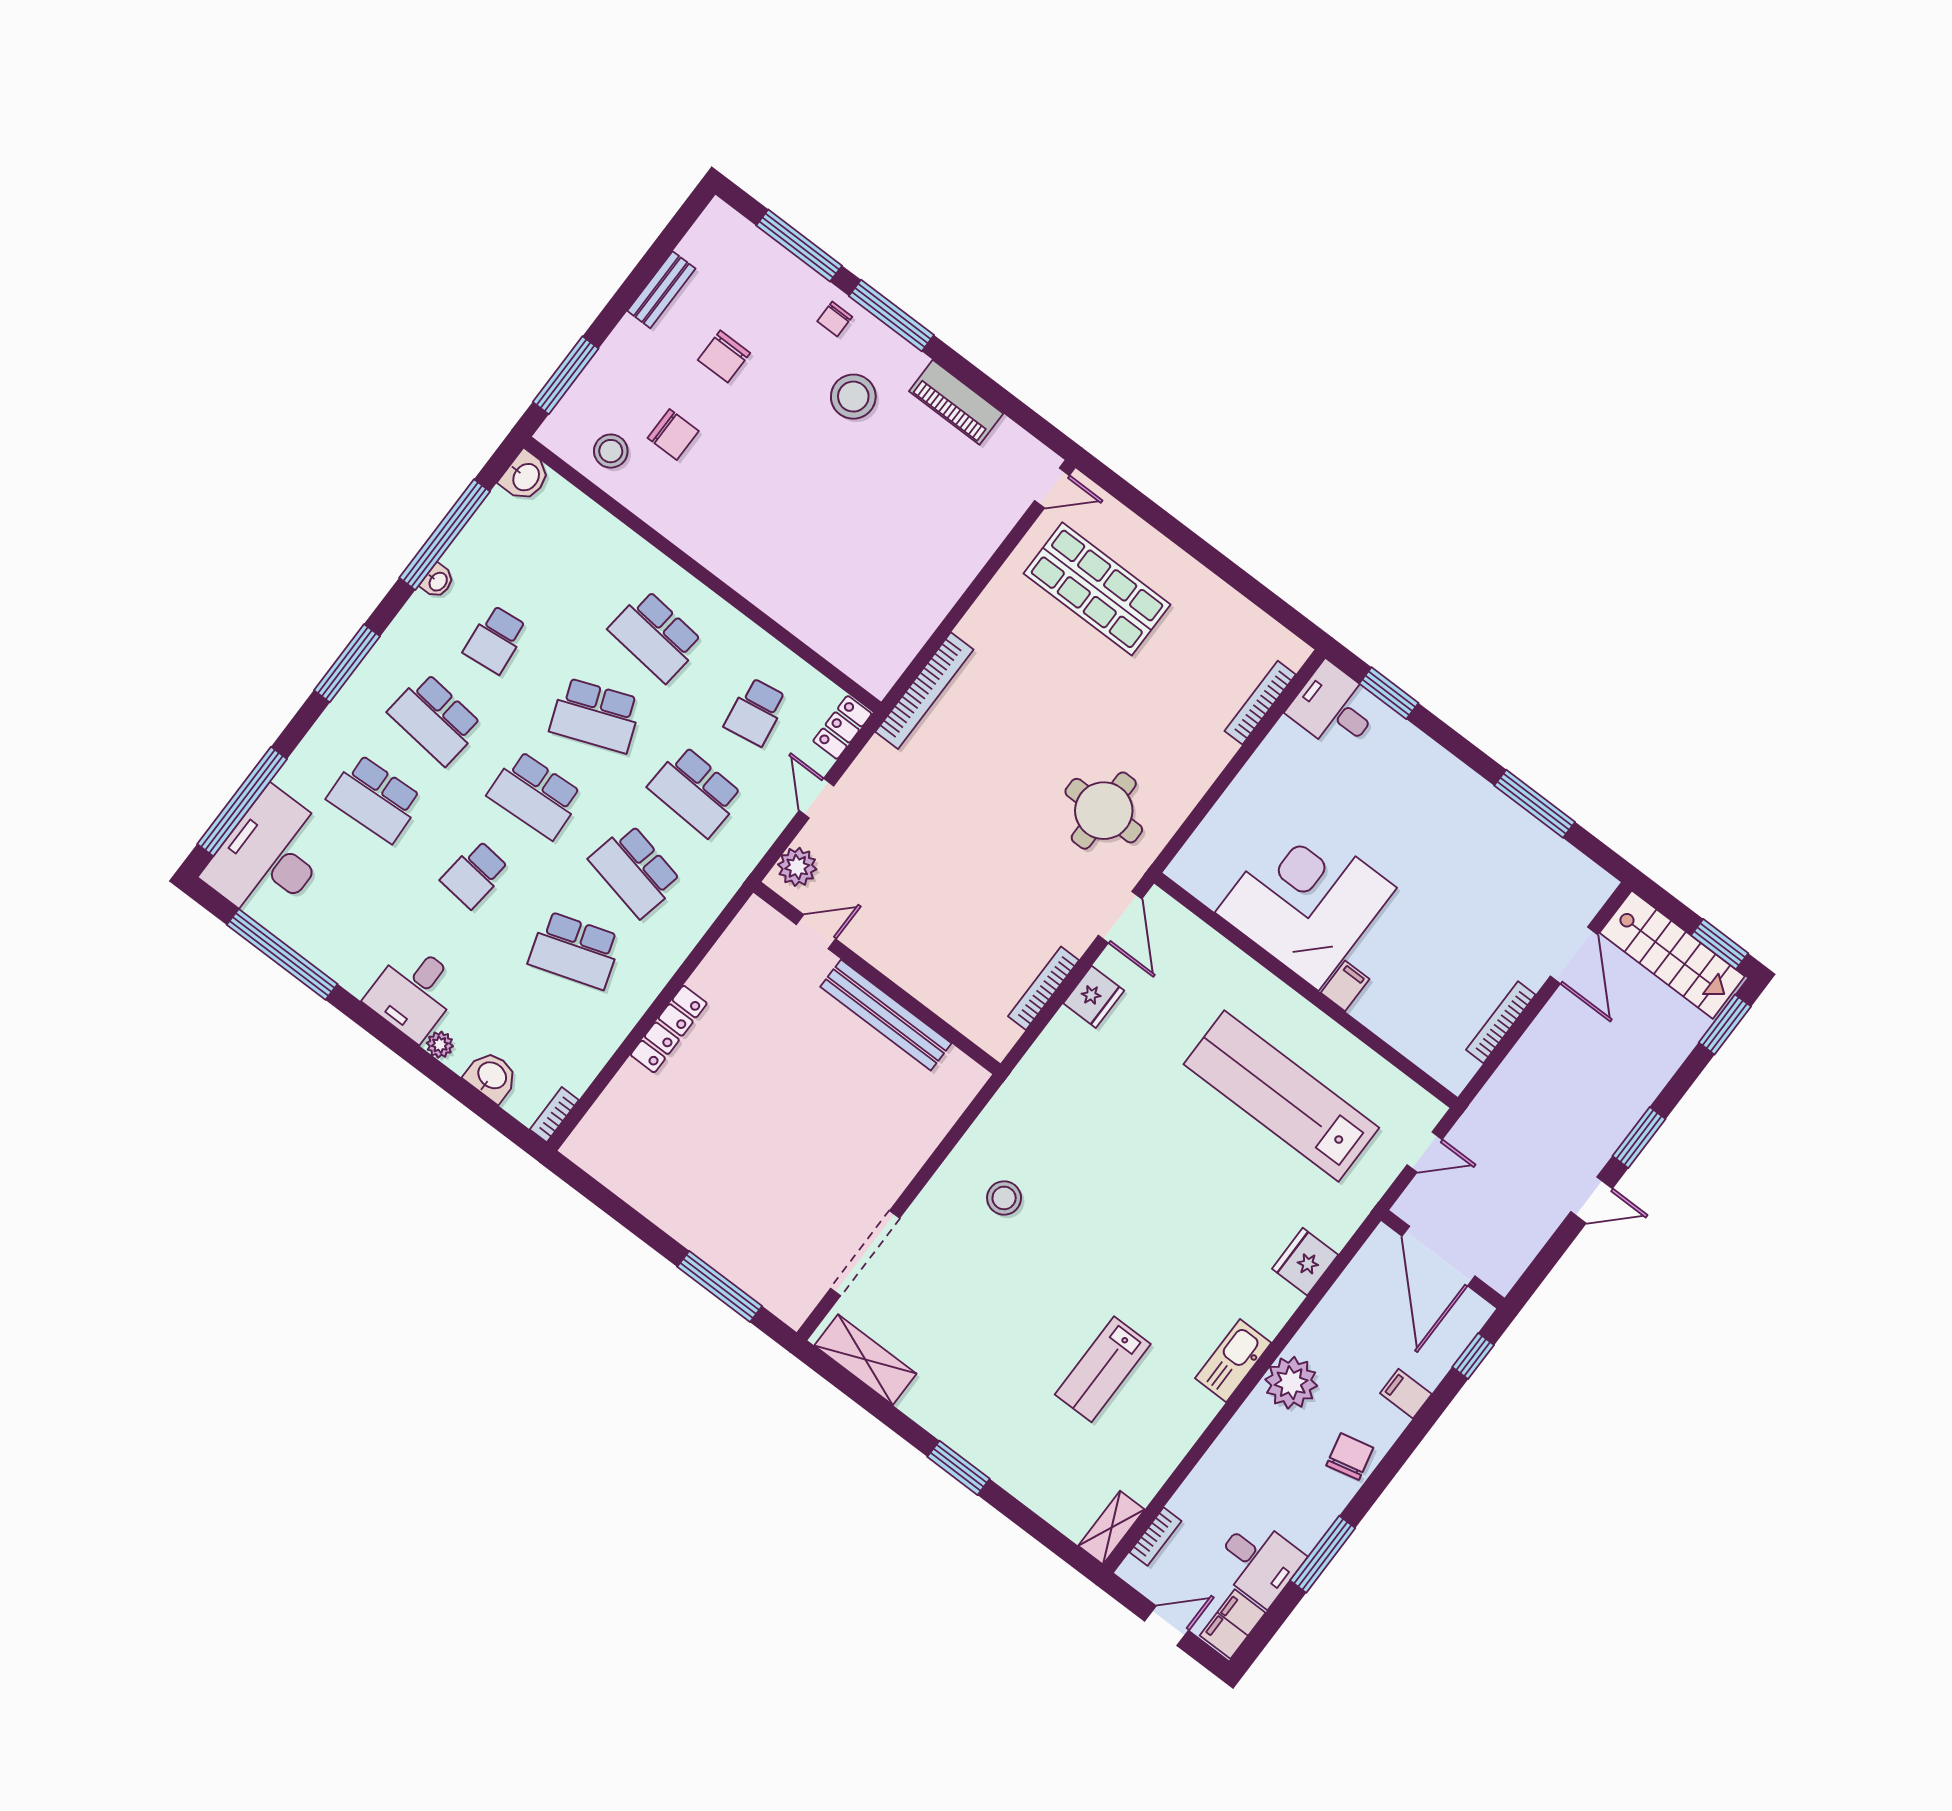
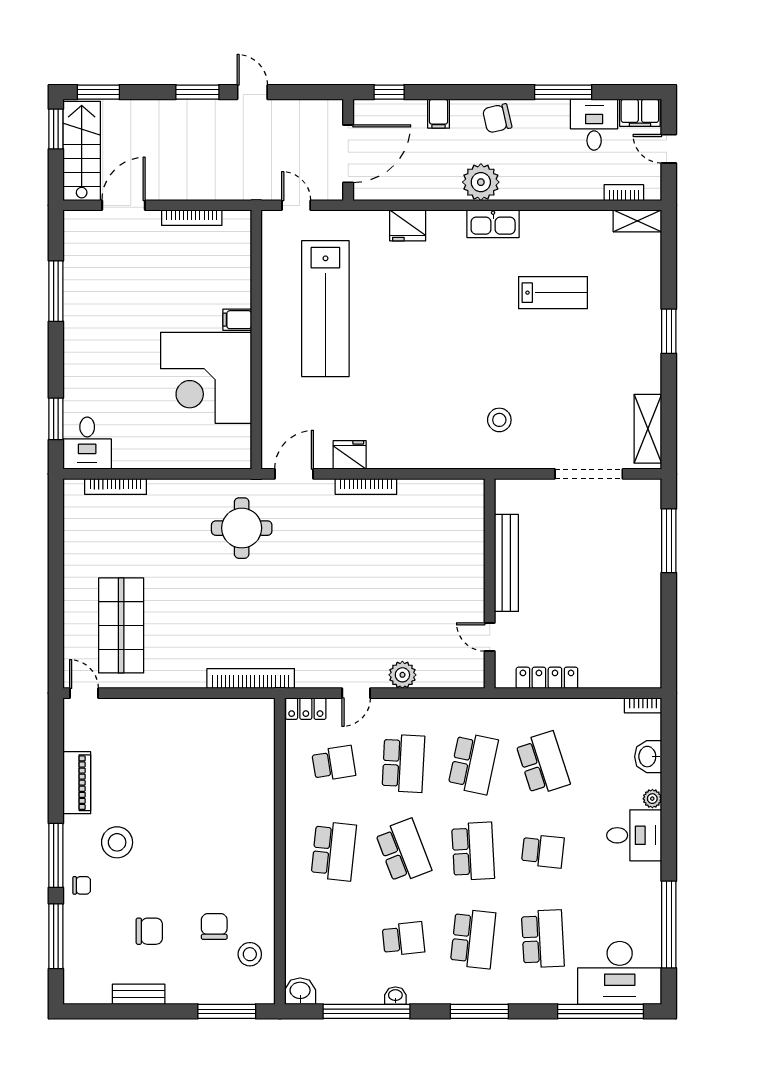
door: (816, 932) -> (490, 637), moved
wall: (877, 978) -> (490, 584), moved
bench: (886, 1015) -> (506, 563), moved

